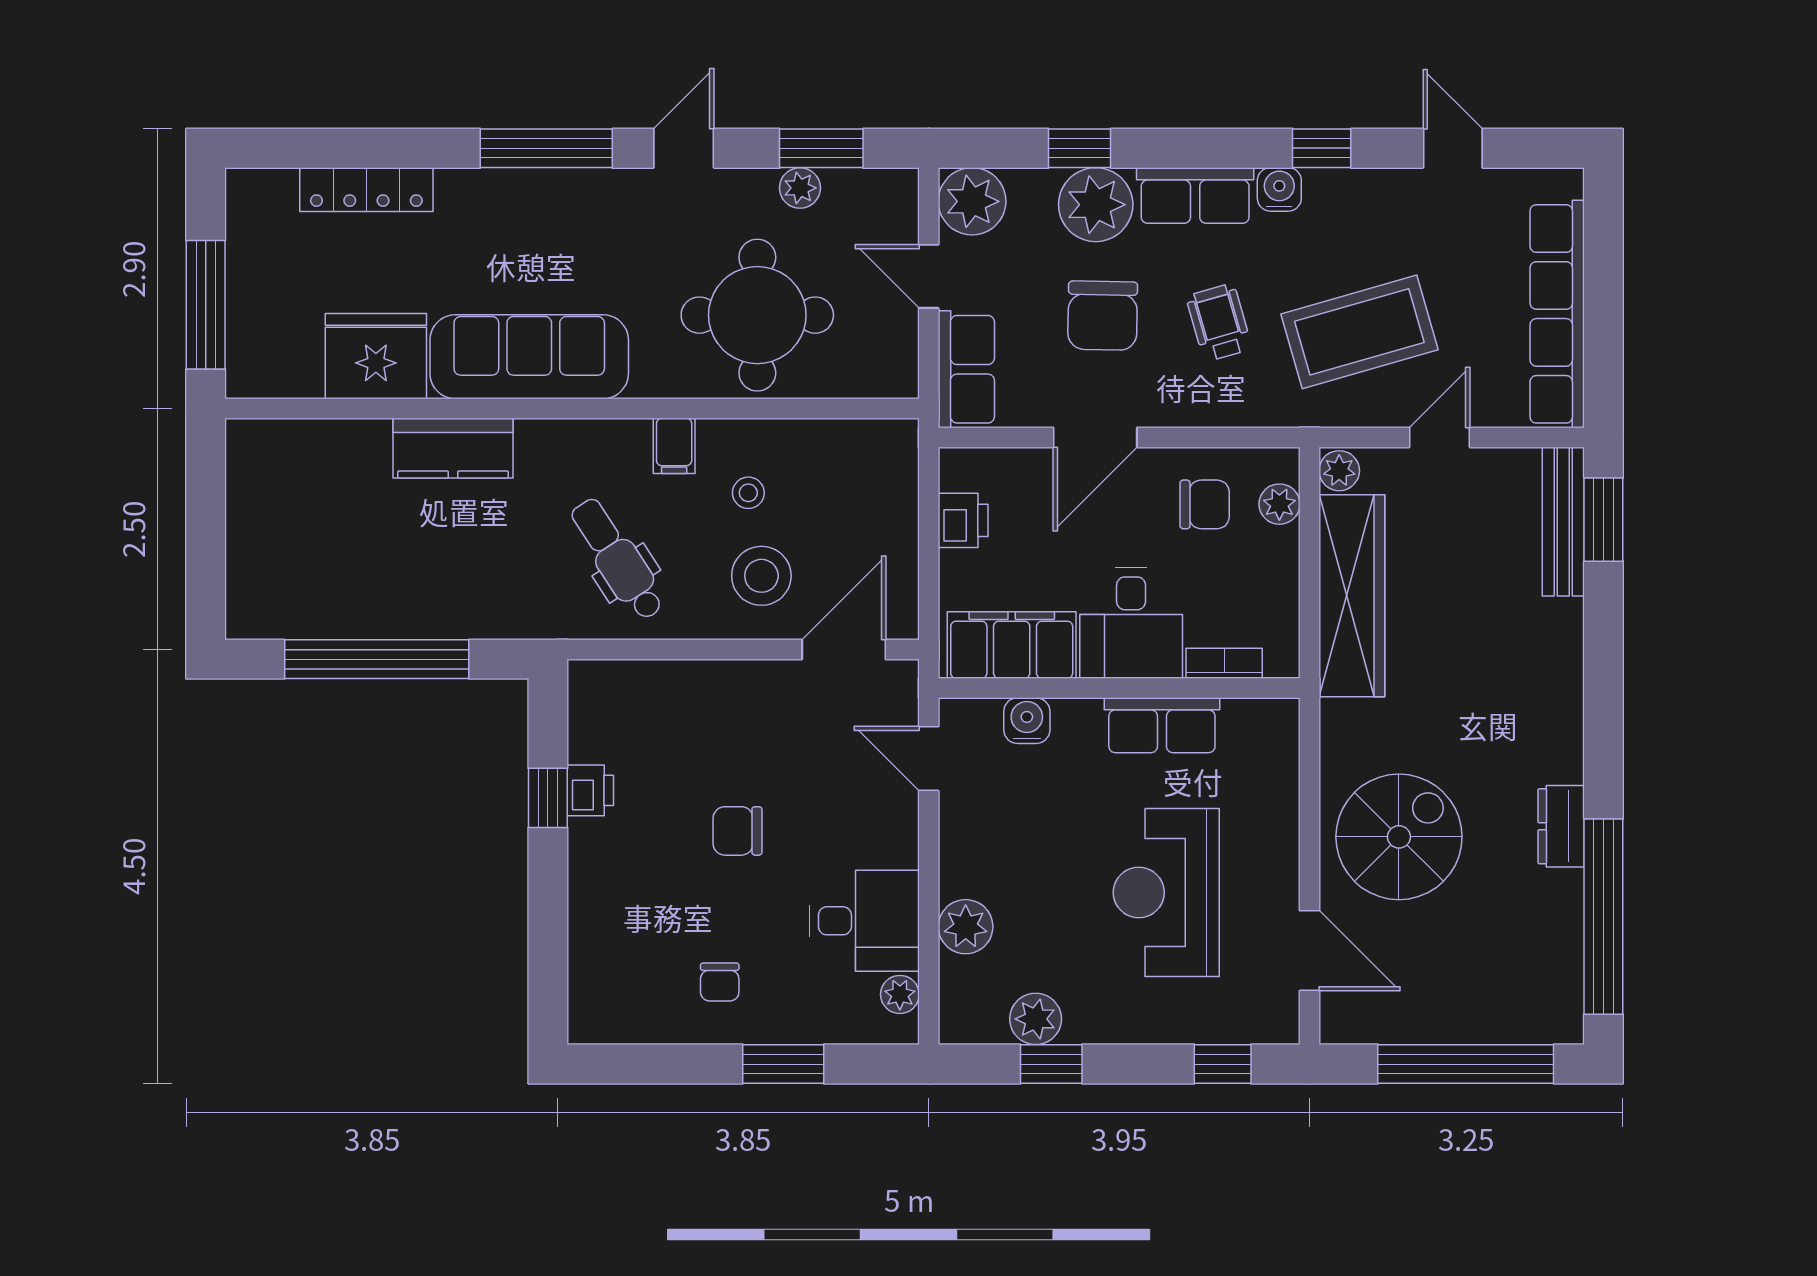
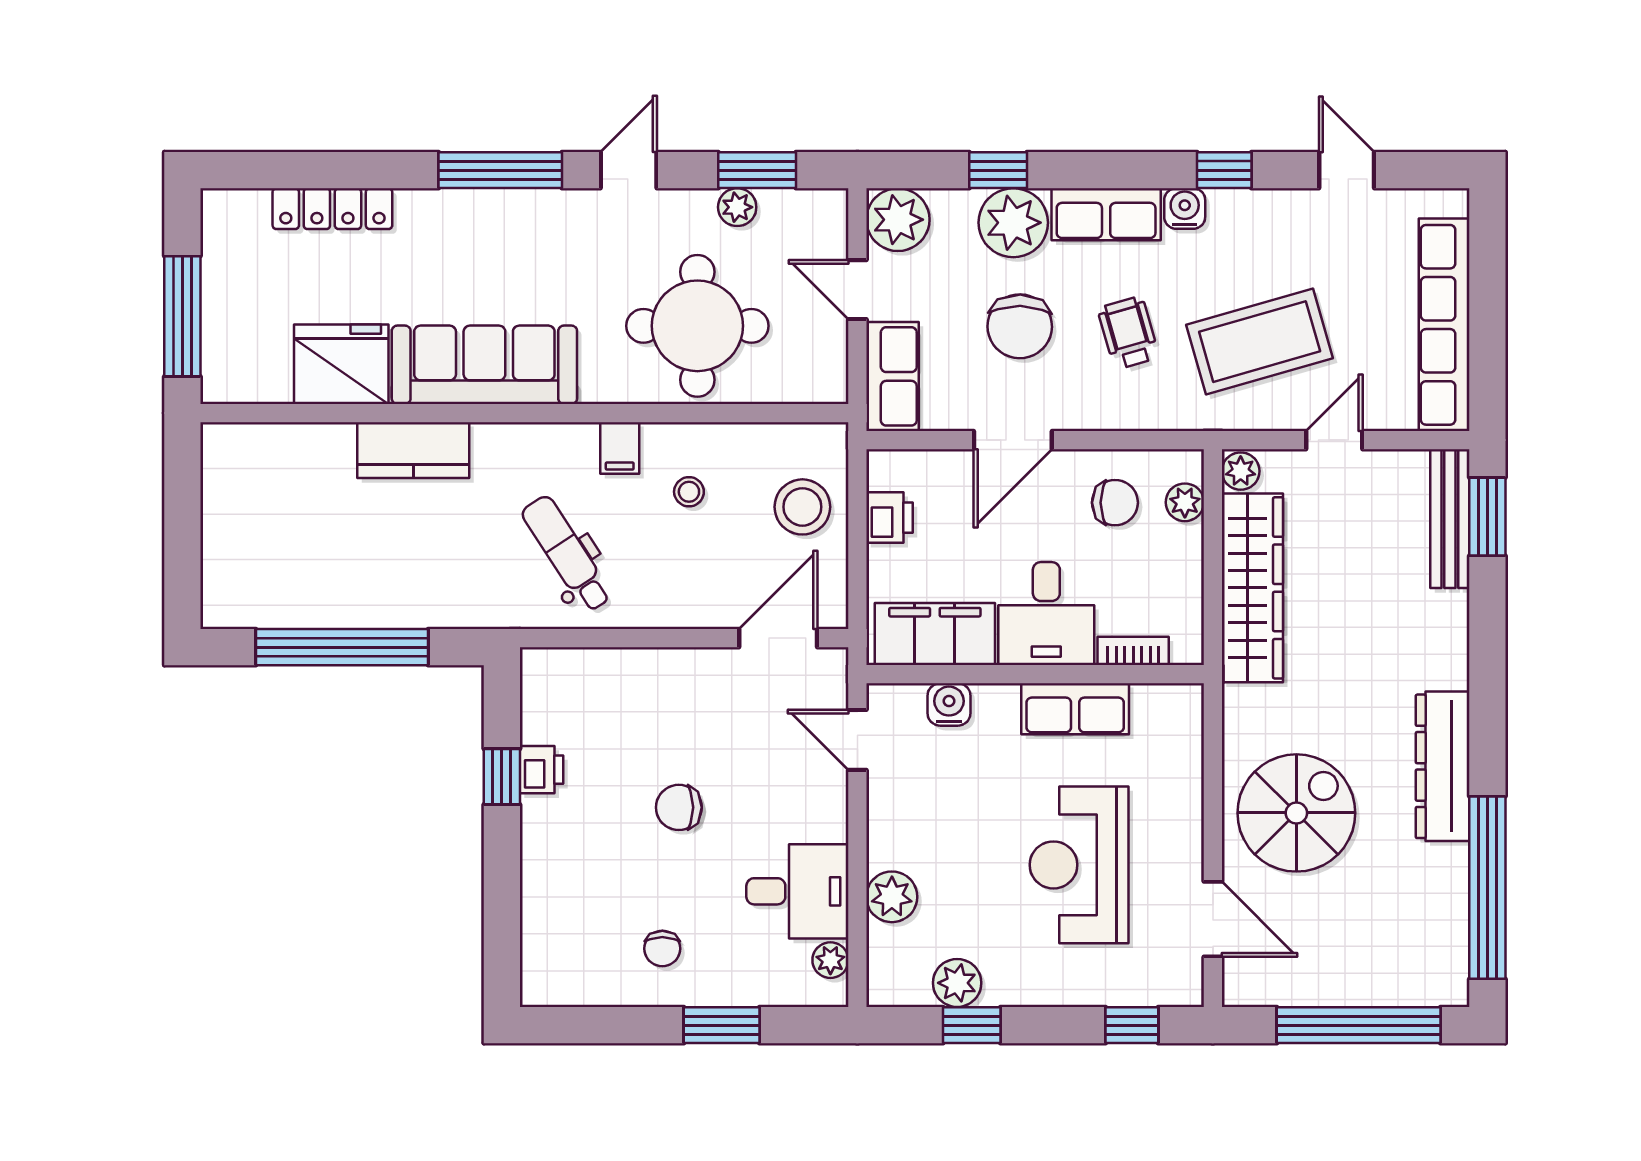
stool: (761, 576) -> (802, 507), moved
dresser: (1561, 826) -> (1443, 766), width x1.96, depth x1.24

